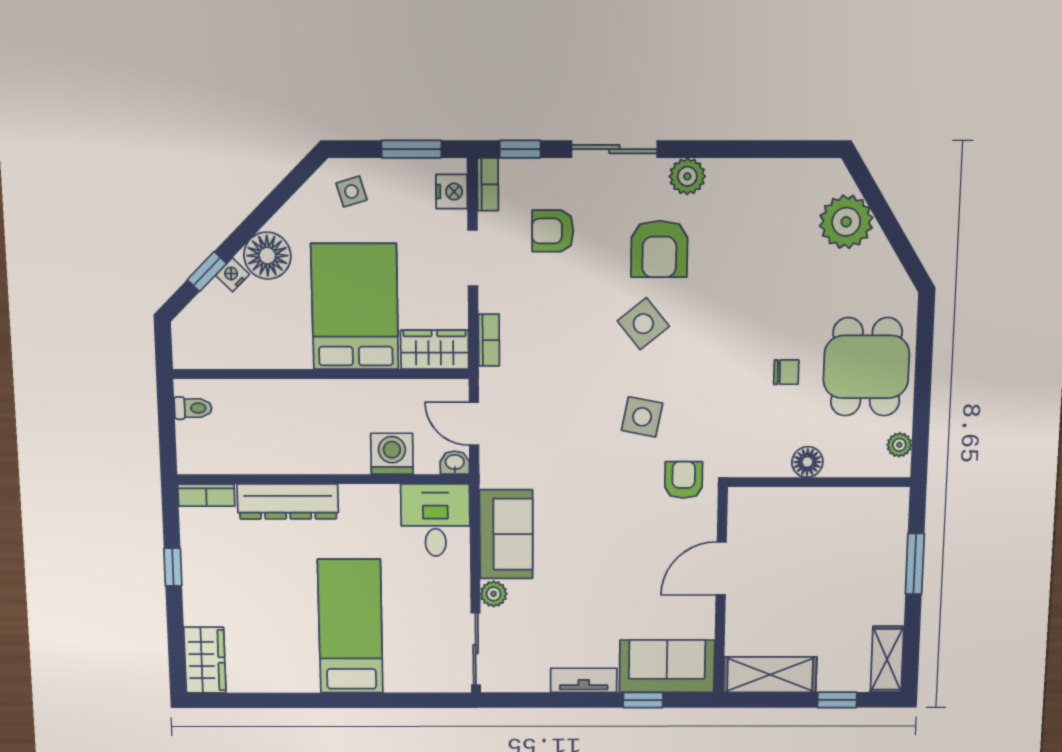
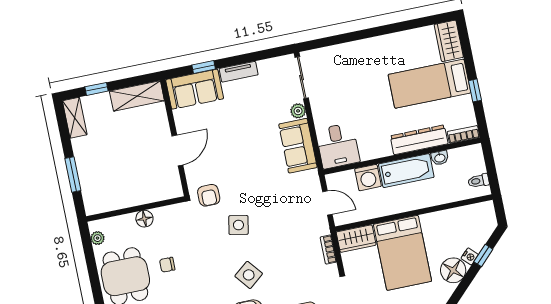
bathtub: (321, 452) -> (406, 171), added
washbasin: (455, 463) -> (440, 158), moved
bed: (350, 626) -> (429, 84), moved, turned 90

